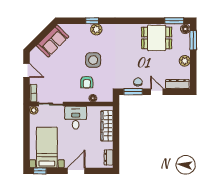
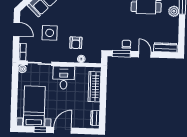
side table: (93, 60) -> (50, 33), moved
plant: (185, 61) -> (174, 11), moved
window: (40, 171) -> (40, 130), moved

